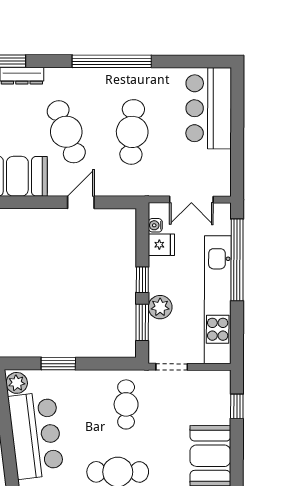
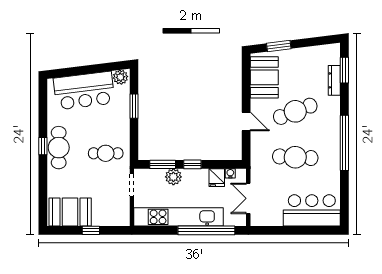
window: (237, 406) -> (91, 230), moved

